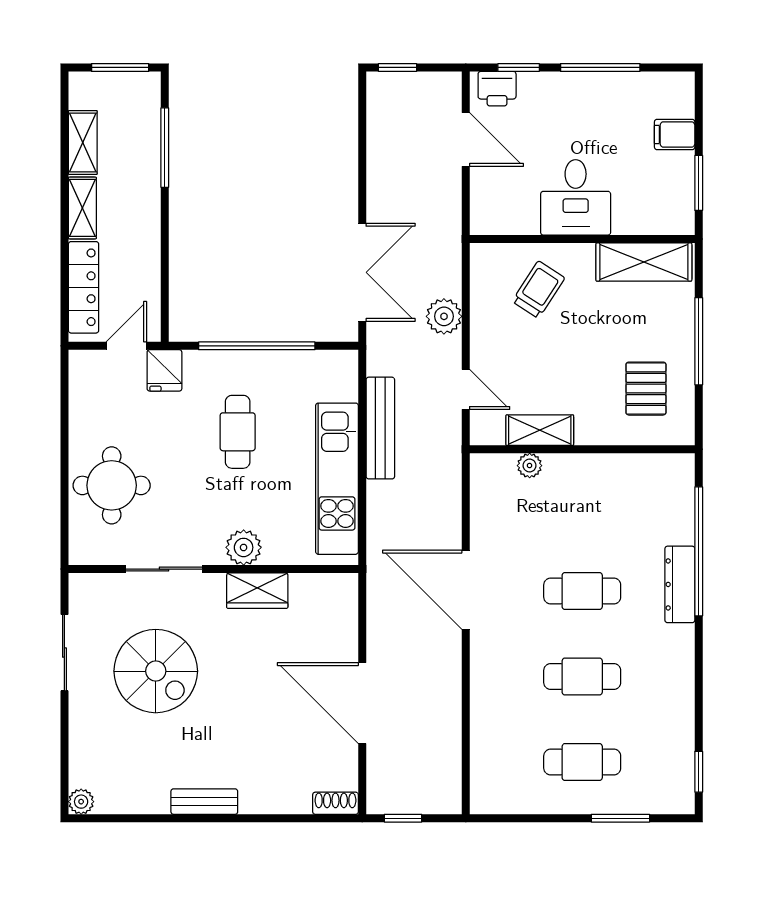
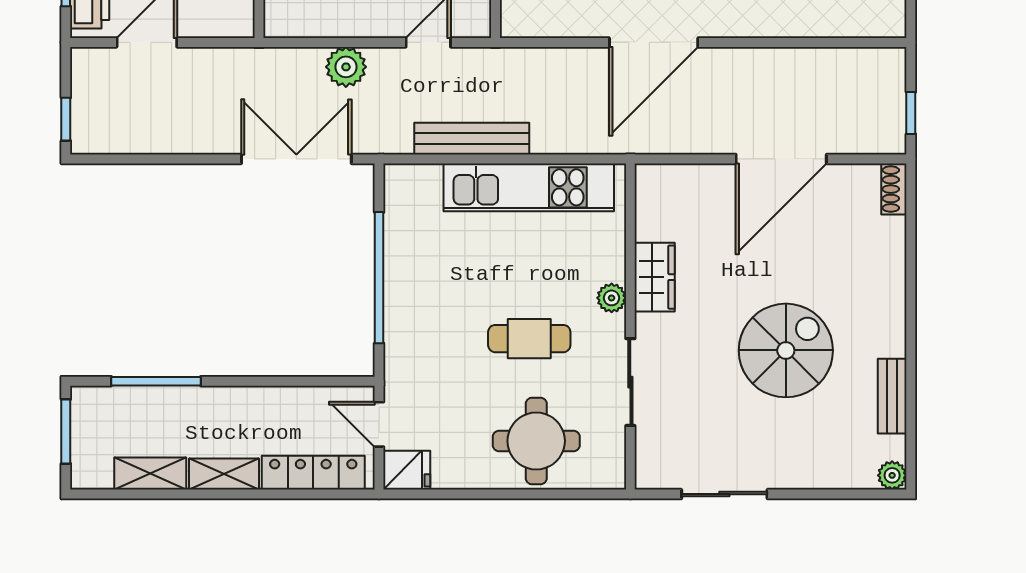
fridge: (164, 370) -> (407, 470), moved
cafe table: (238, 432) -> (529, 339), moved
plant: (244, 547) -> (612, 298), width x0.73, depth x0.73
spiral stairs: (156, 671) -> (786, 350), moved
bench: (204, 802) -> (892, 396), moved

